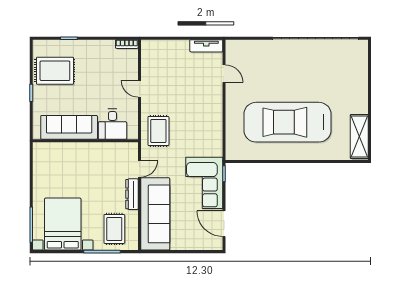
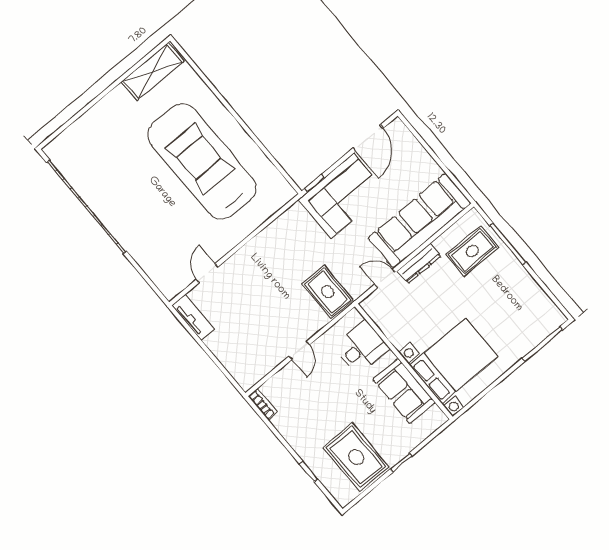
car: (287, 122) -> (202, 161), turned 180
sofa: (69, 127) -> (404, 391), width x0.73
rug: (158, 131) -> (328, 292), turned 90
bed with nightstands: (63, 224) -> (454, 361), moved, turned 180

